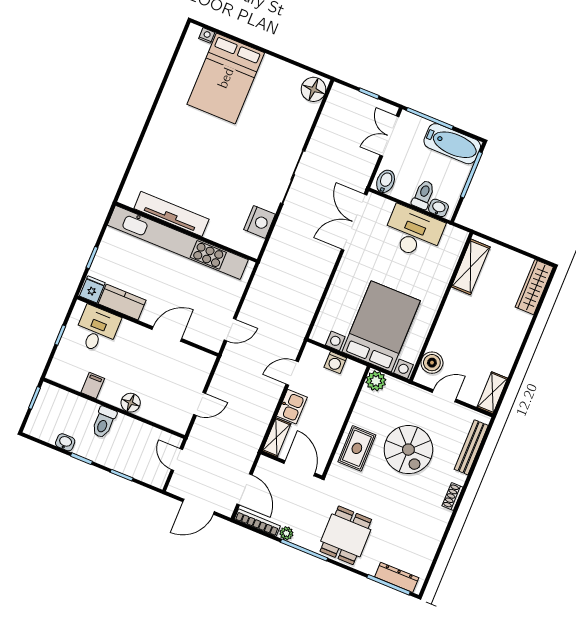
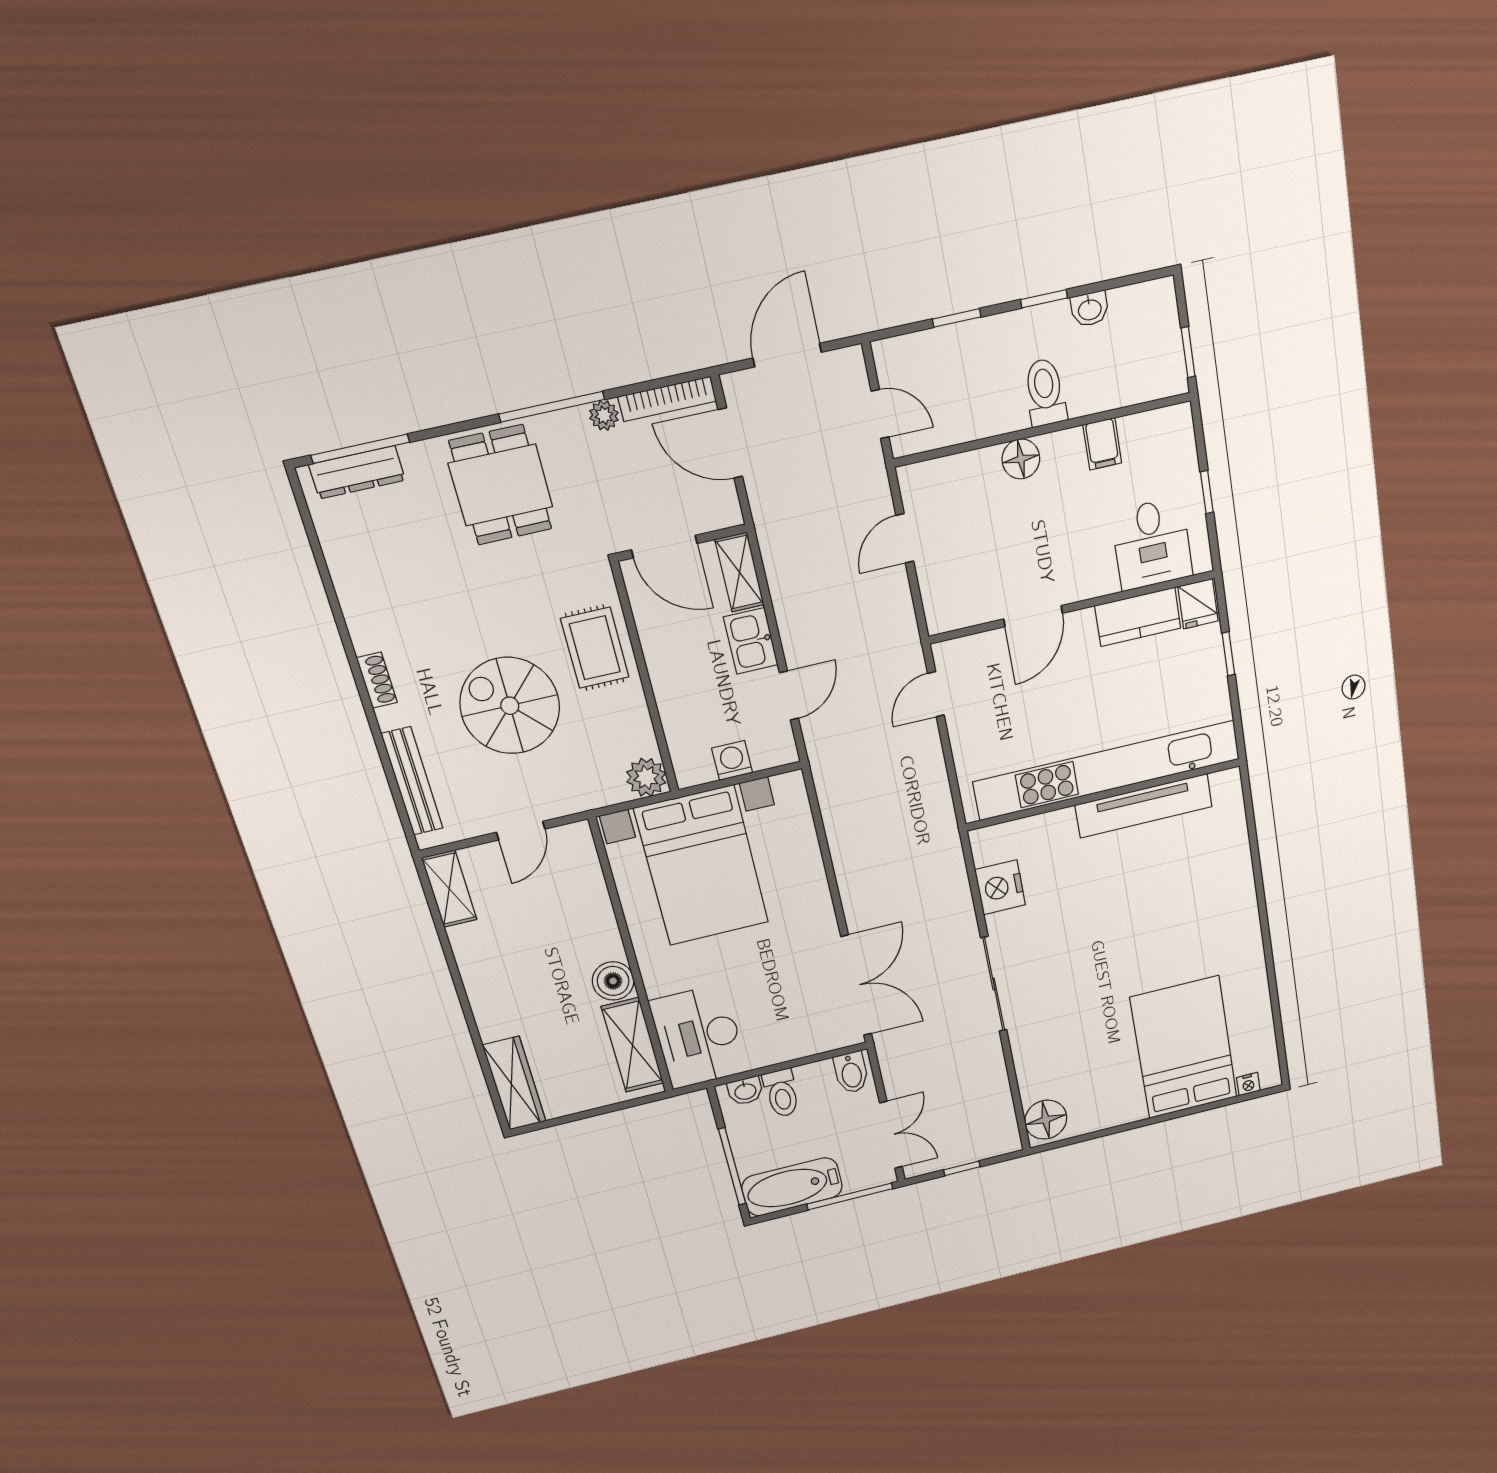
desk: (413, 232) -> (698, 1037), moved, turned 90
boiler: (432, 363) -> (613, 981), moved

